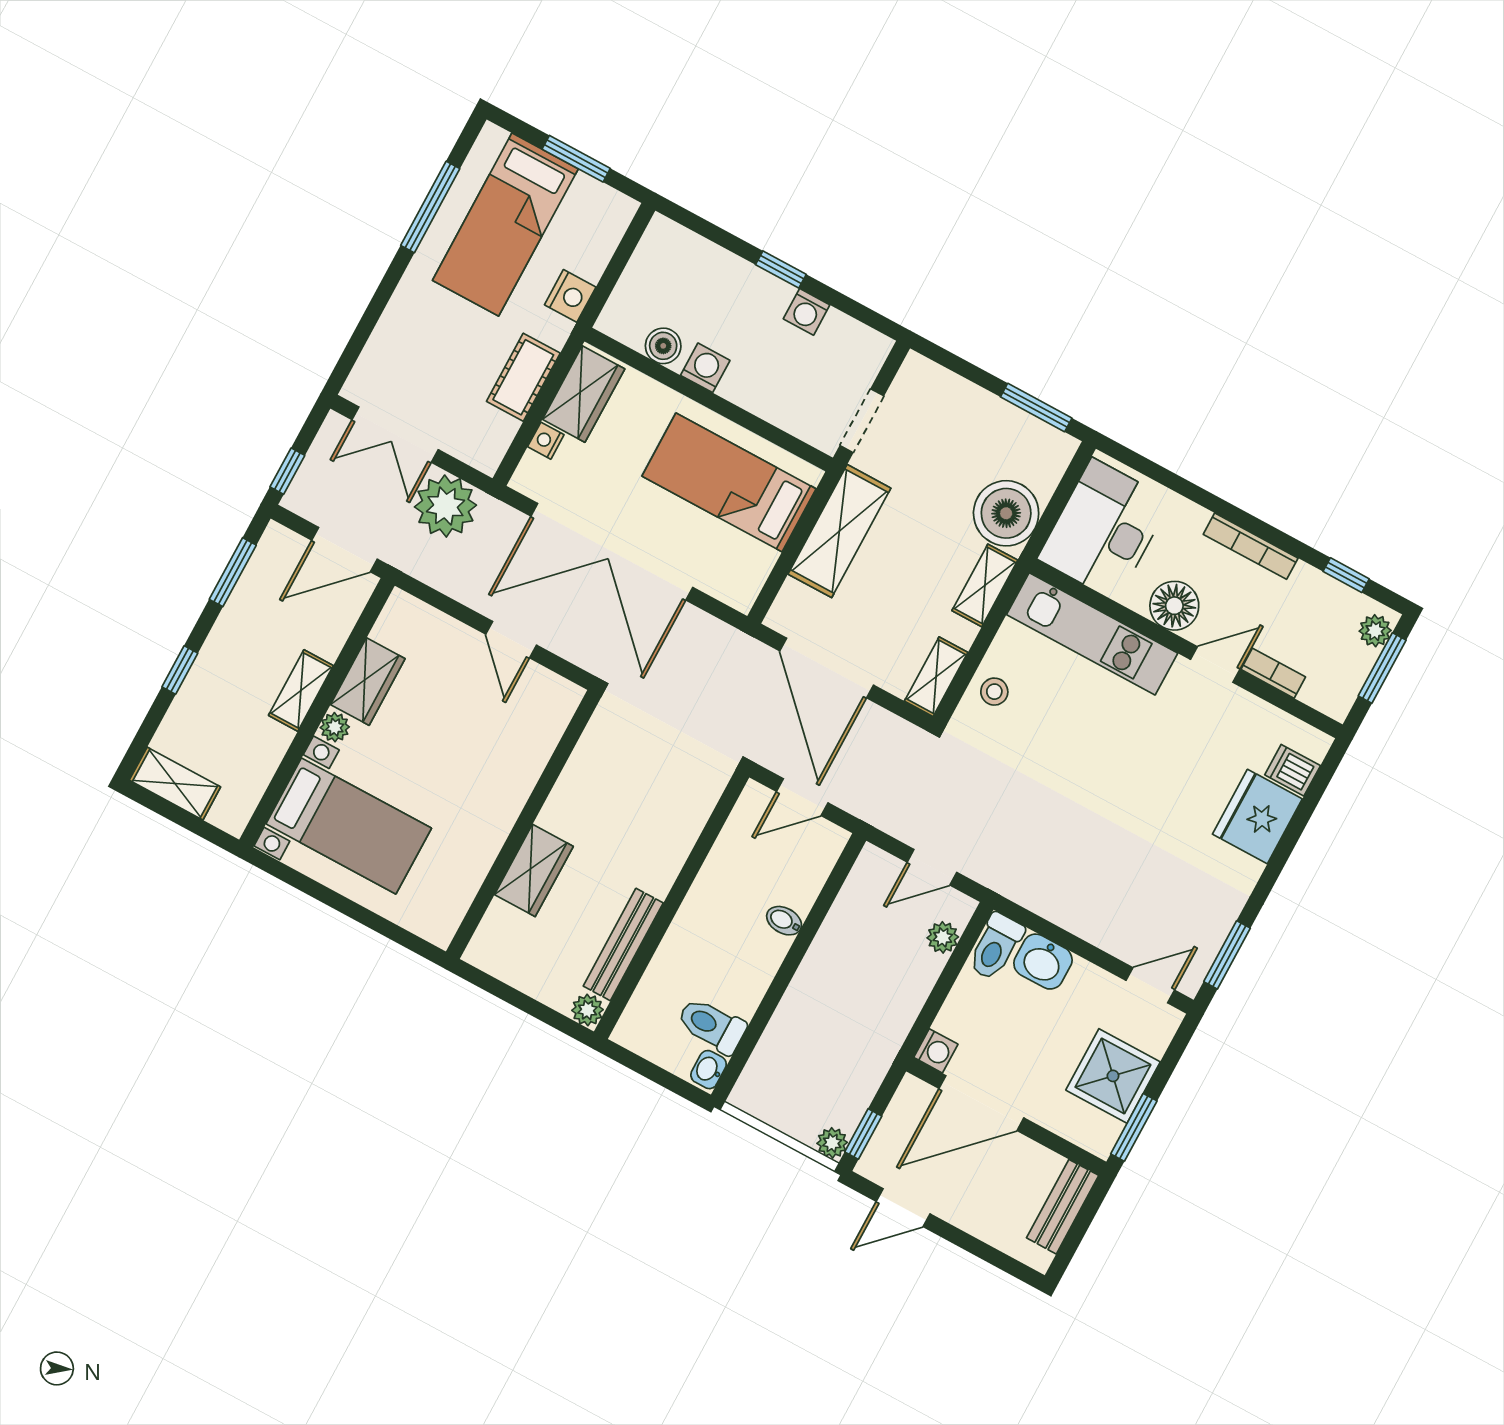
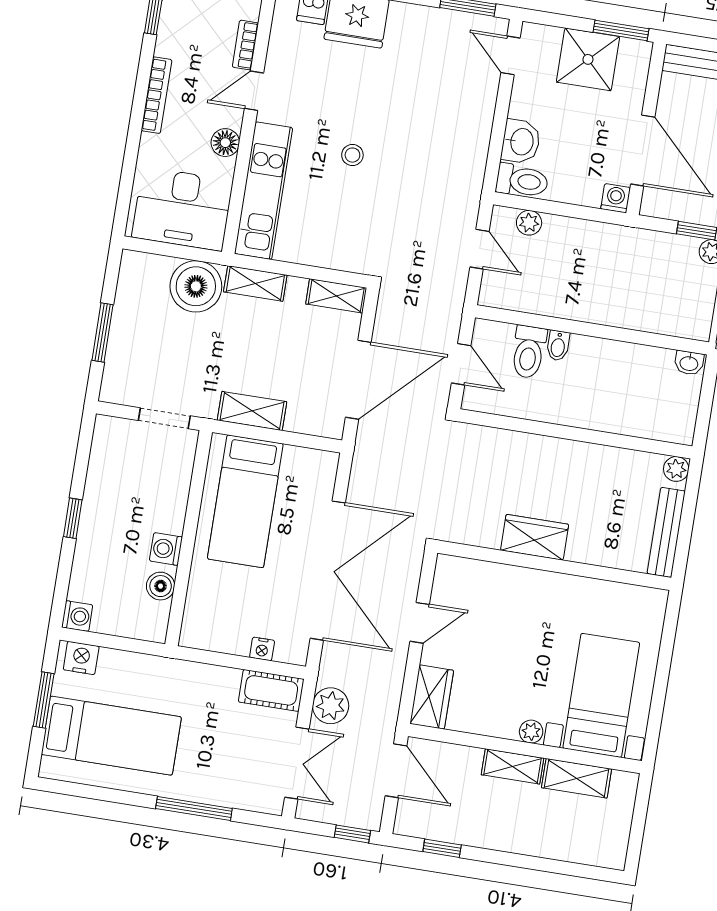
window: (430, 207) -> (194, 809), moved
nightstand: (570, 296) -> (81, 658), moved
washing machine: (807, 312) -> (77, 616), moved
cot: (523, 377) -> (271, 690), moved
wardrobe: (584, 394) -> (217, 633), removed
window: (1036, 408) -> (102, 333), moved
plant: (445, 506) -> (331, 706), width x0.73, depth x0.73
shelving: (839, 531) -> (252, 411), width x0.67, depth x0.75
window: (233, 572) -> (442, 848), width x0.67
floor lamp: (1174, 606) -> (225, 143), width x0.73, depth x0.73
door: (1215, 664) -> (254, 91), hinge flipped
window: (180, 670) -> (529, 862), removed
wardrobe: (368, 682) -> (432, 697), moved, turned 90
stool: (994, 692) -> (352, 155), moved
shelving: (175, 784) -> (577, 778), moved, turned 90
wardrobe: (534, 870) -> (535, 537), moved
bench: (623, 945) -> (666, 532), moved, turned 90
toilet: (712, 1026) -> (529, 352), moved

